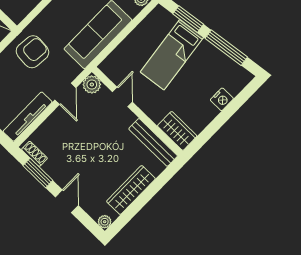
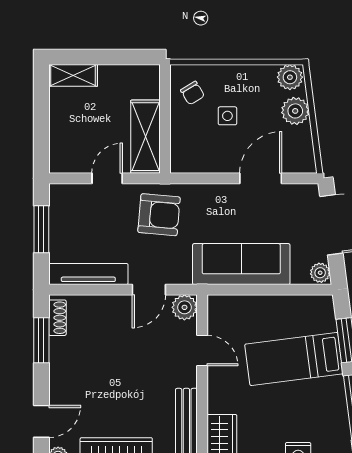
door: (122, 97) -> (202, 351), hinge flipped
door: (67, 201) -> (41, 421), moved

